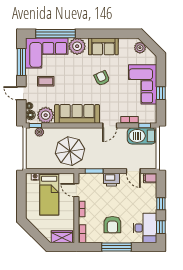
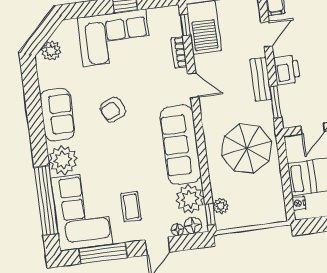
bench: (108, 164) -> (261, 79), added

